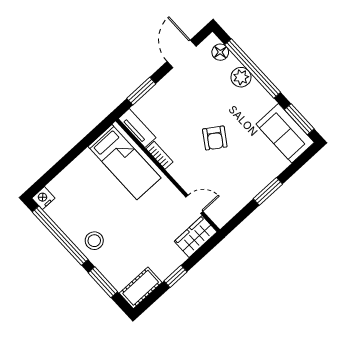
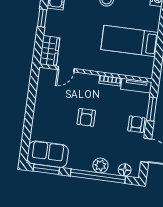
armchair: (170, 89) -> (136, 124), added
armchair: (215, 138) -> (86, 117), turned -124
bed: (124, 162) -> (130, 41), moved
window: (268, 191) -> (30, 112), removed

